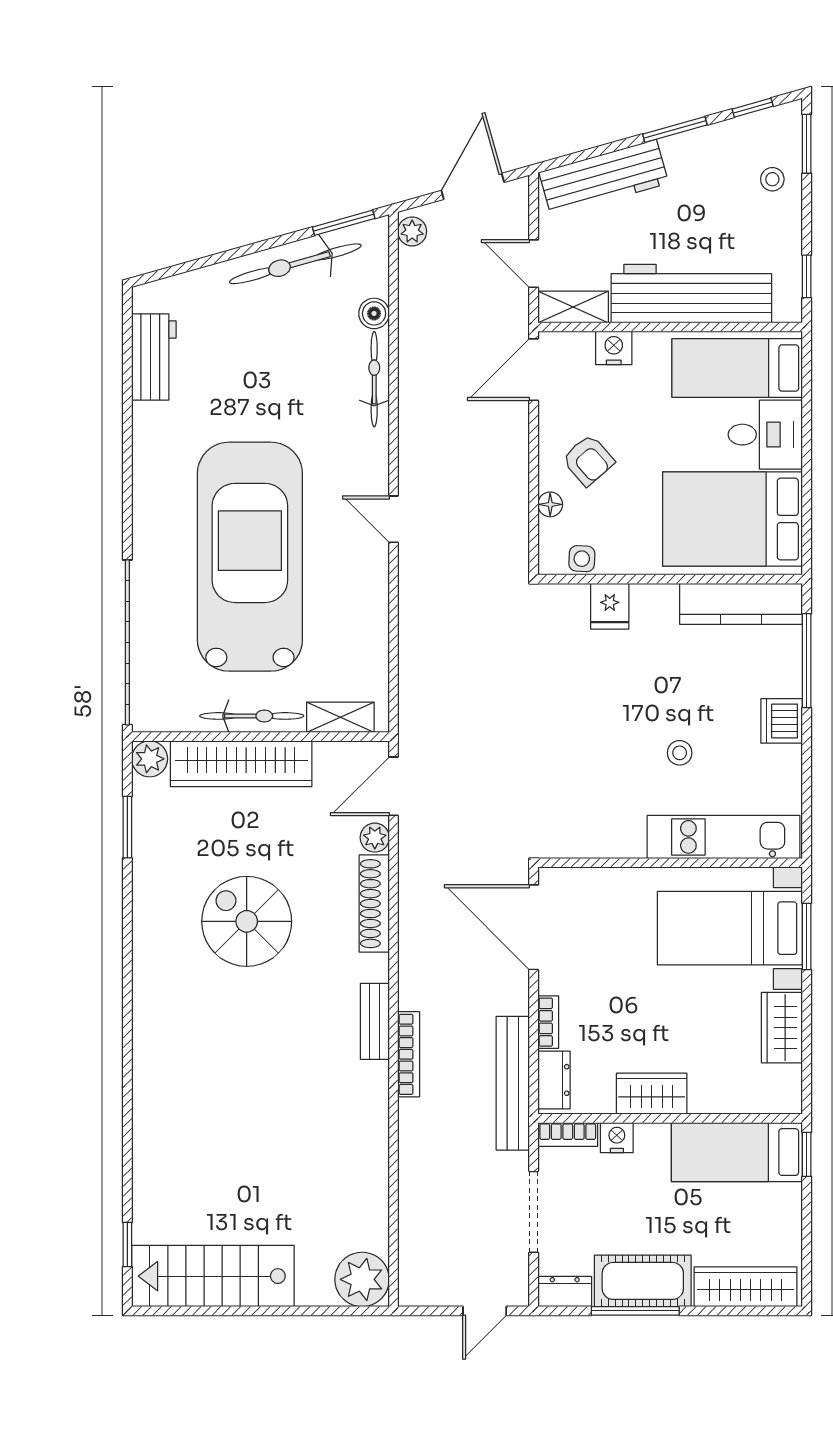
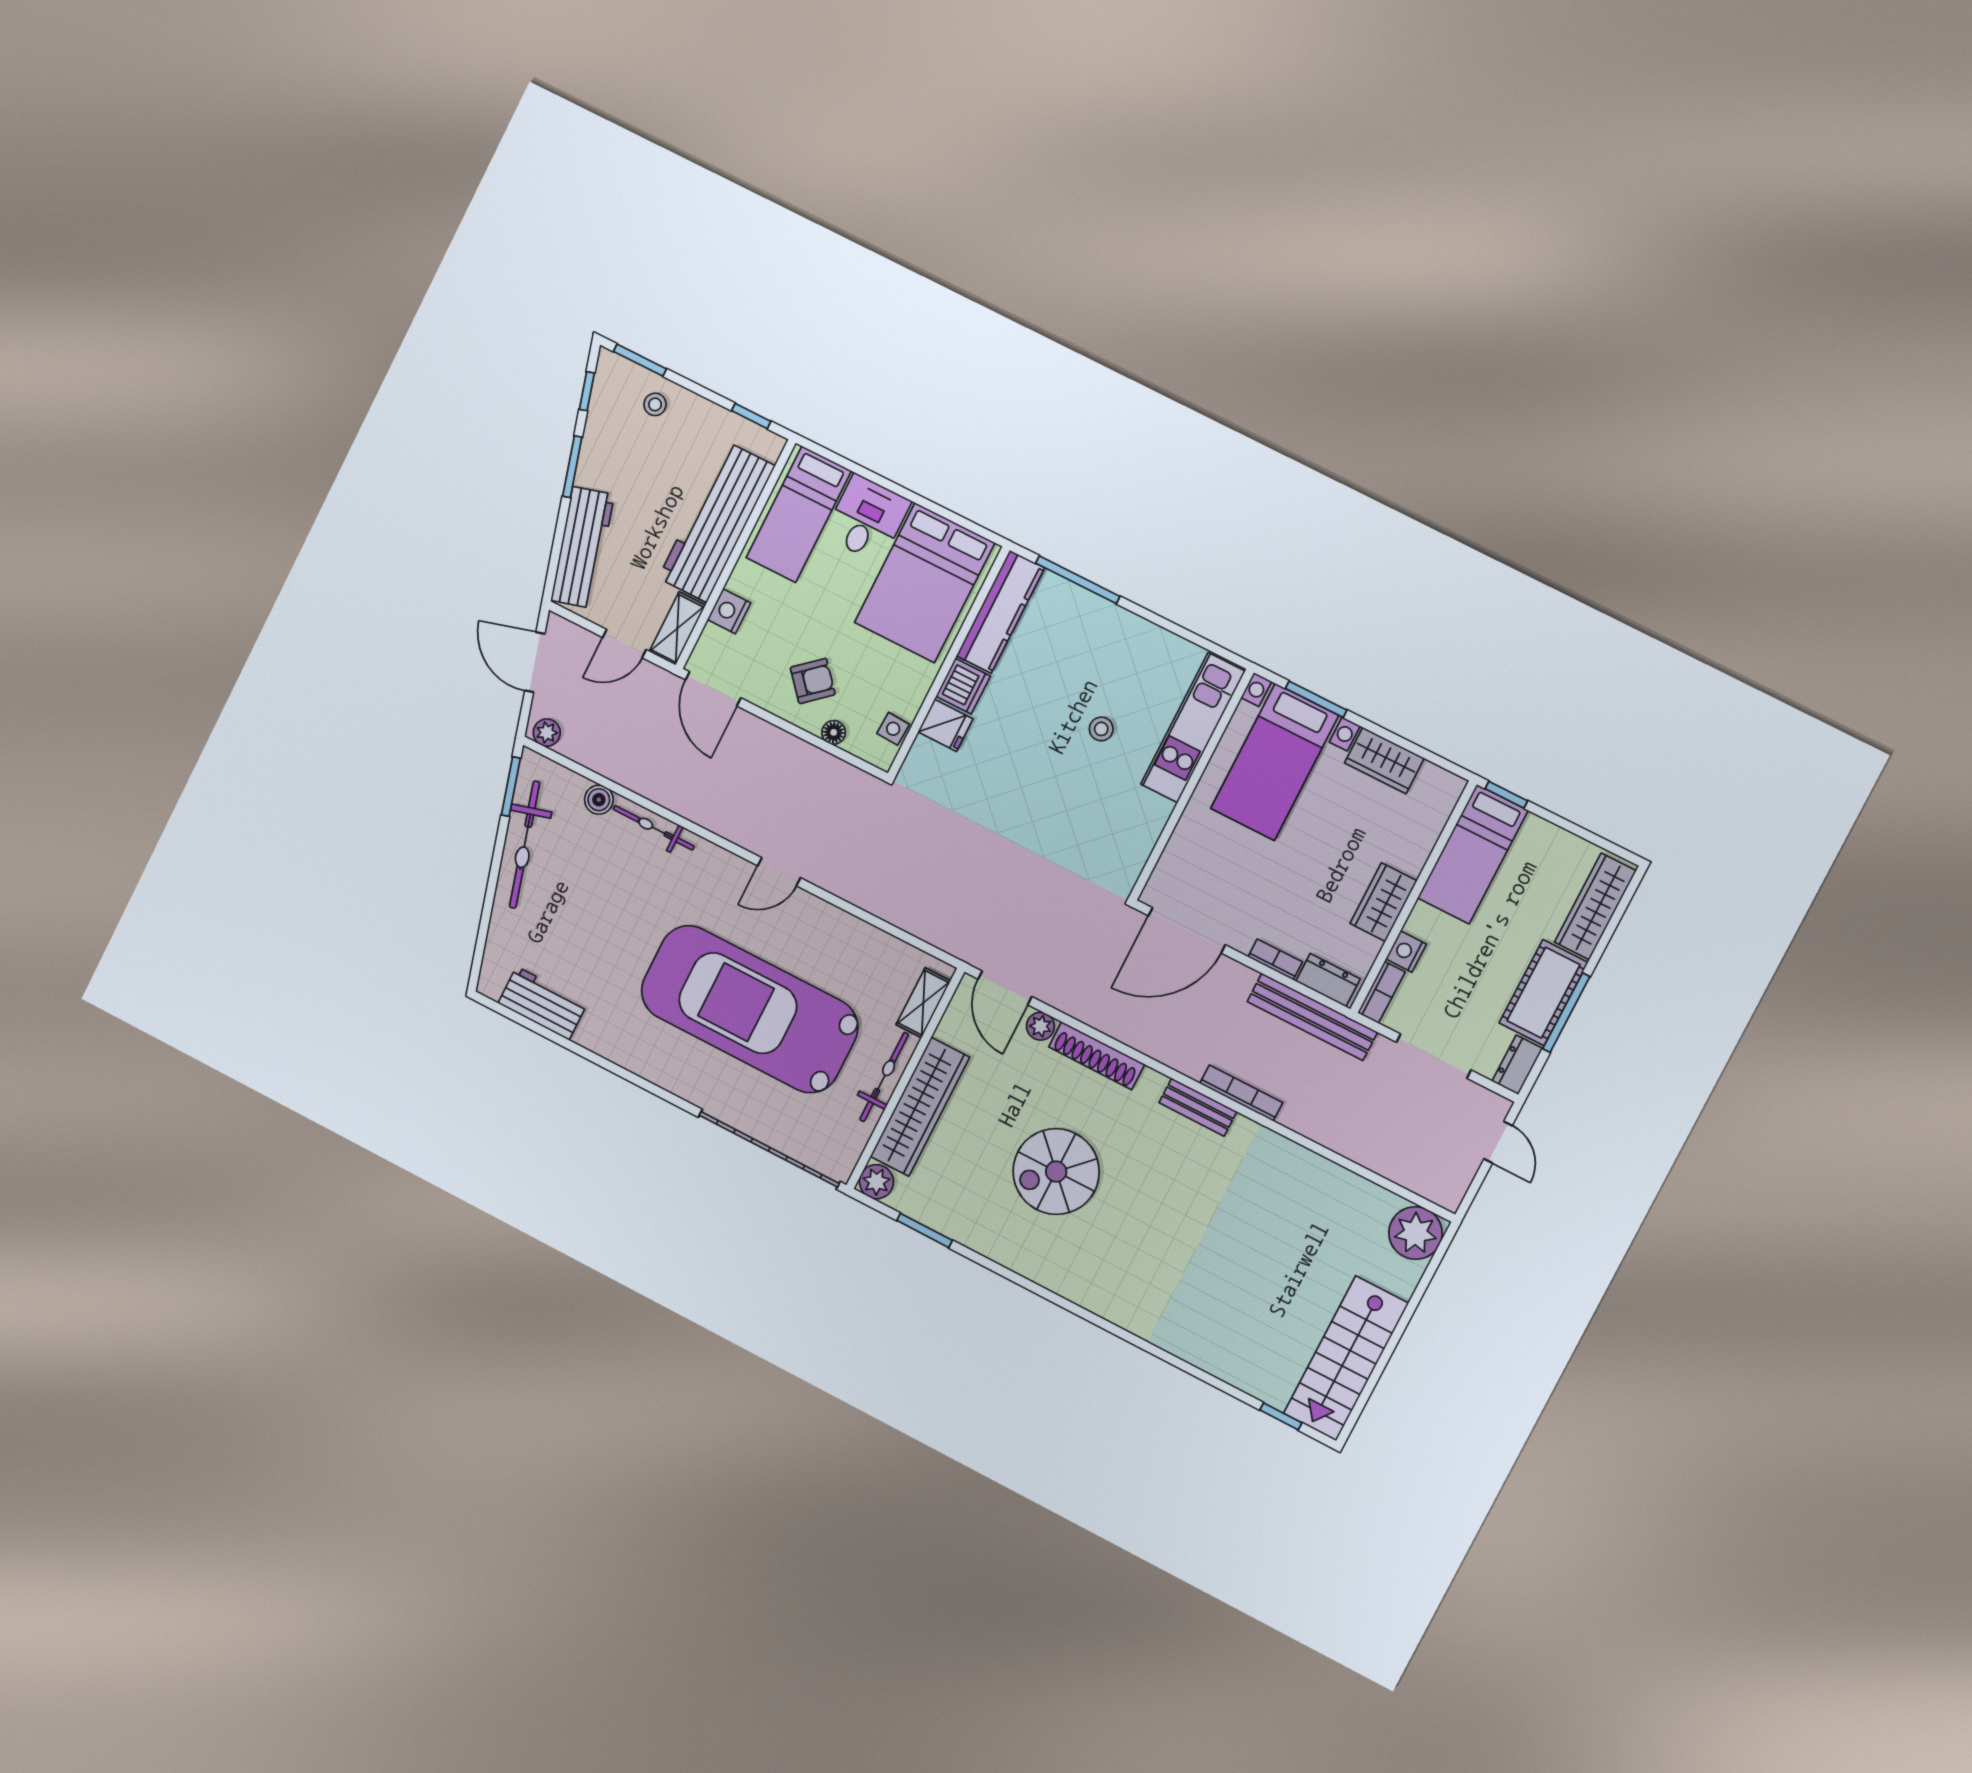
dishwasher: (782, 721) -> (963, 686), moved, turned -90

